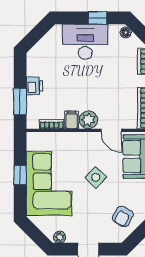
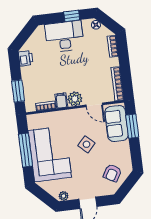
printer: (34, 86) -> (26, 58), moved
window: (20, 175) -> (25, 150), width x2.17

